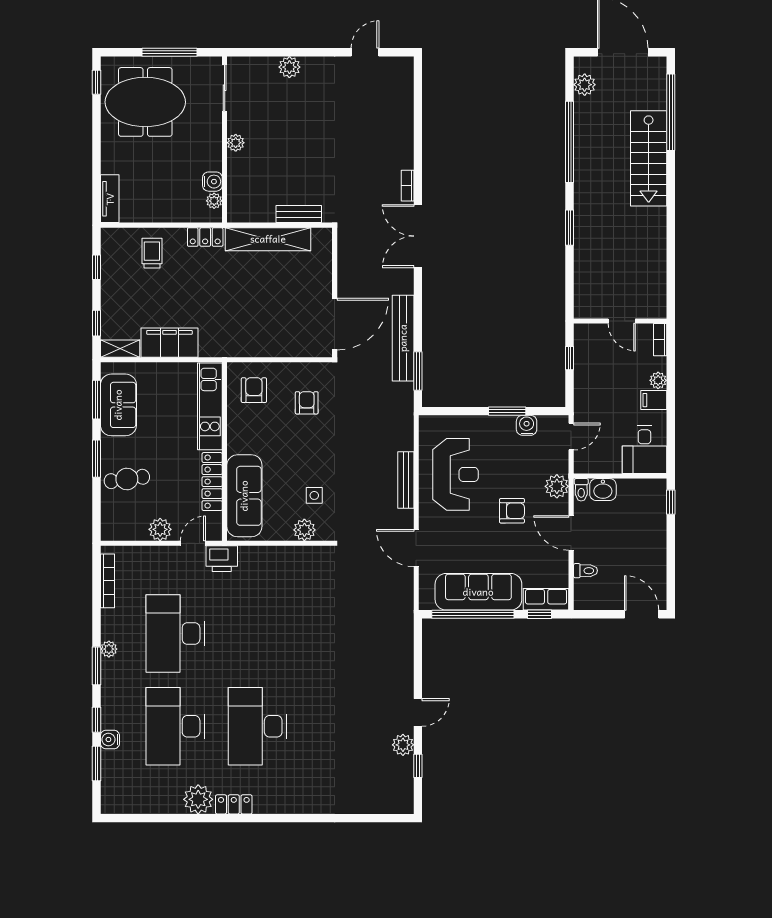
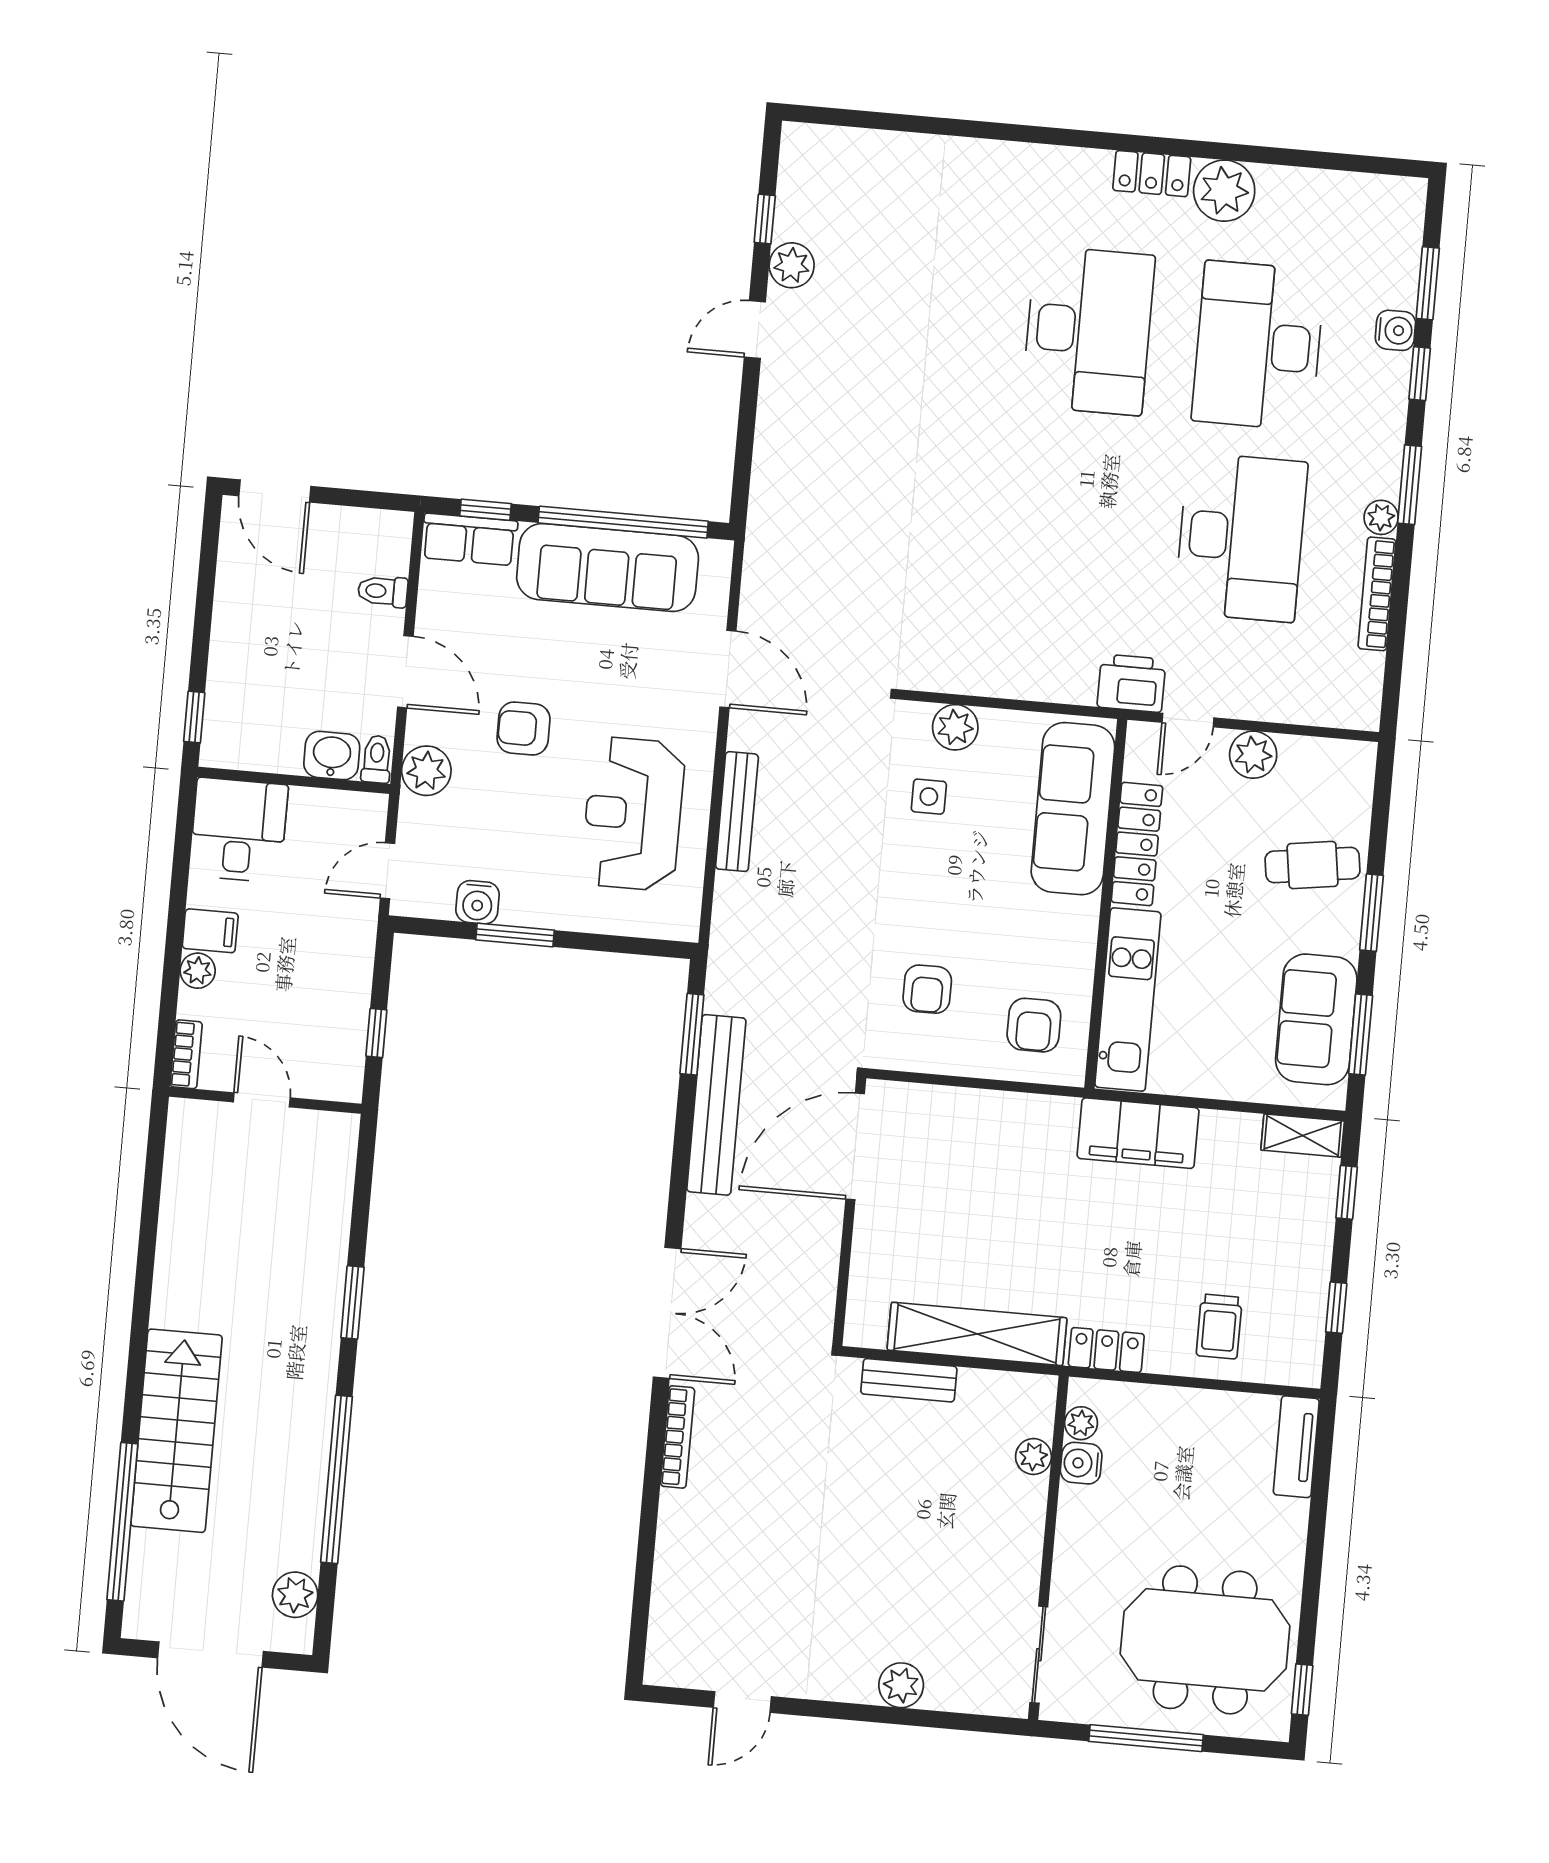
plant: (236, 143) -> (1033, 1457), moved
bookcase: (408, 186) -> (678, 1437), width x1.56
filing cabinet: (169, 343) -> (1138, 1133), moved
bookcase: (107, 581) -> (1377, 594), moved
desk: (175, 726) -> (1258, 346), turned 180

